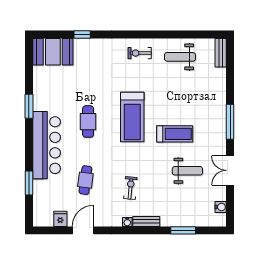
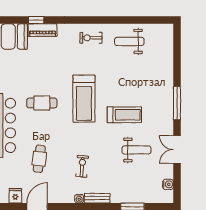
piano: (89, 45) -> (43, 30), added
bench: (221, 53) -> (168, 37), removed
cafe table: (88, 122) -> (42, 103), turned 90

